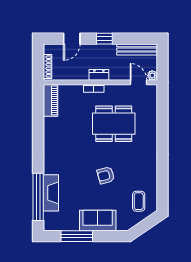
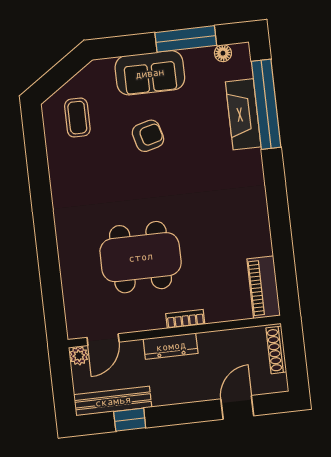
window: (104, 39) -> (130, 420), moved
dresser: (99, 75) -> (171, 346), width x1.44
door: (138, 82) -> (103, 340), hinge flipped
armchair: (106, 175) -> (148, 136), moved
floor lamp: (58, 226) -> (223, 53), added

